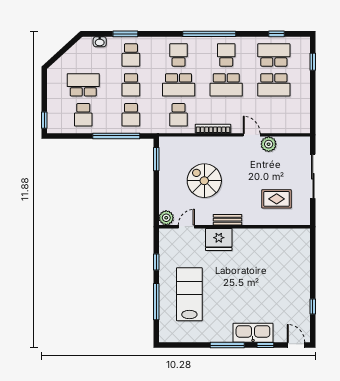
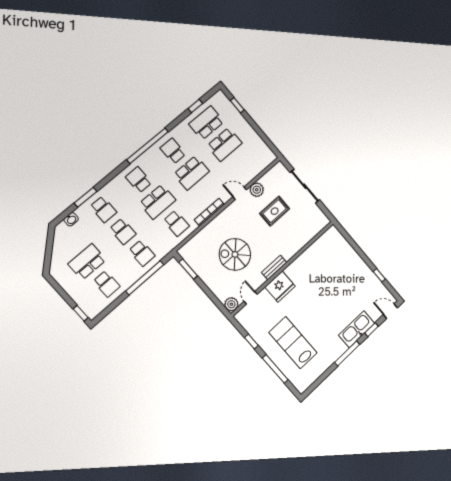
rug: (277, 199) -> (275, 211), moved

